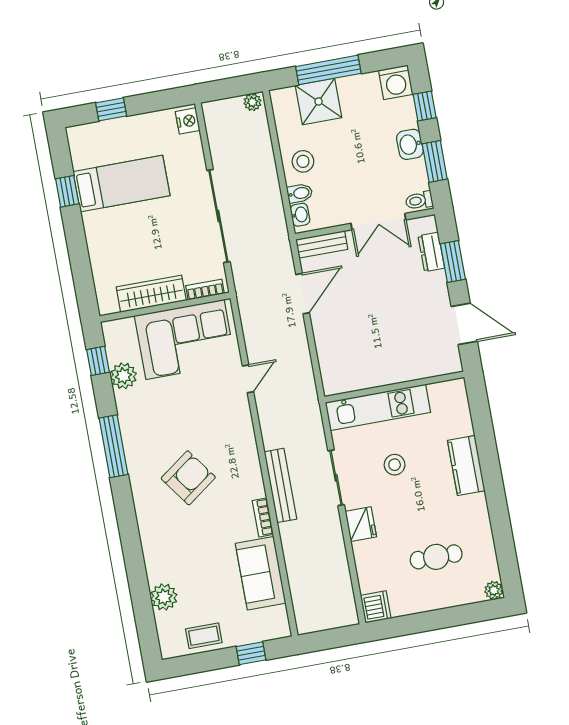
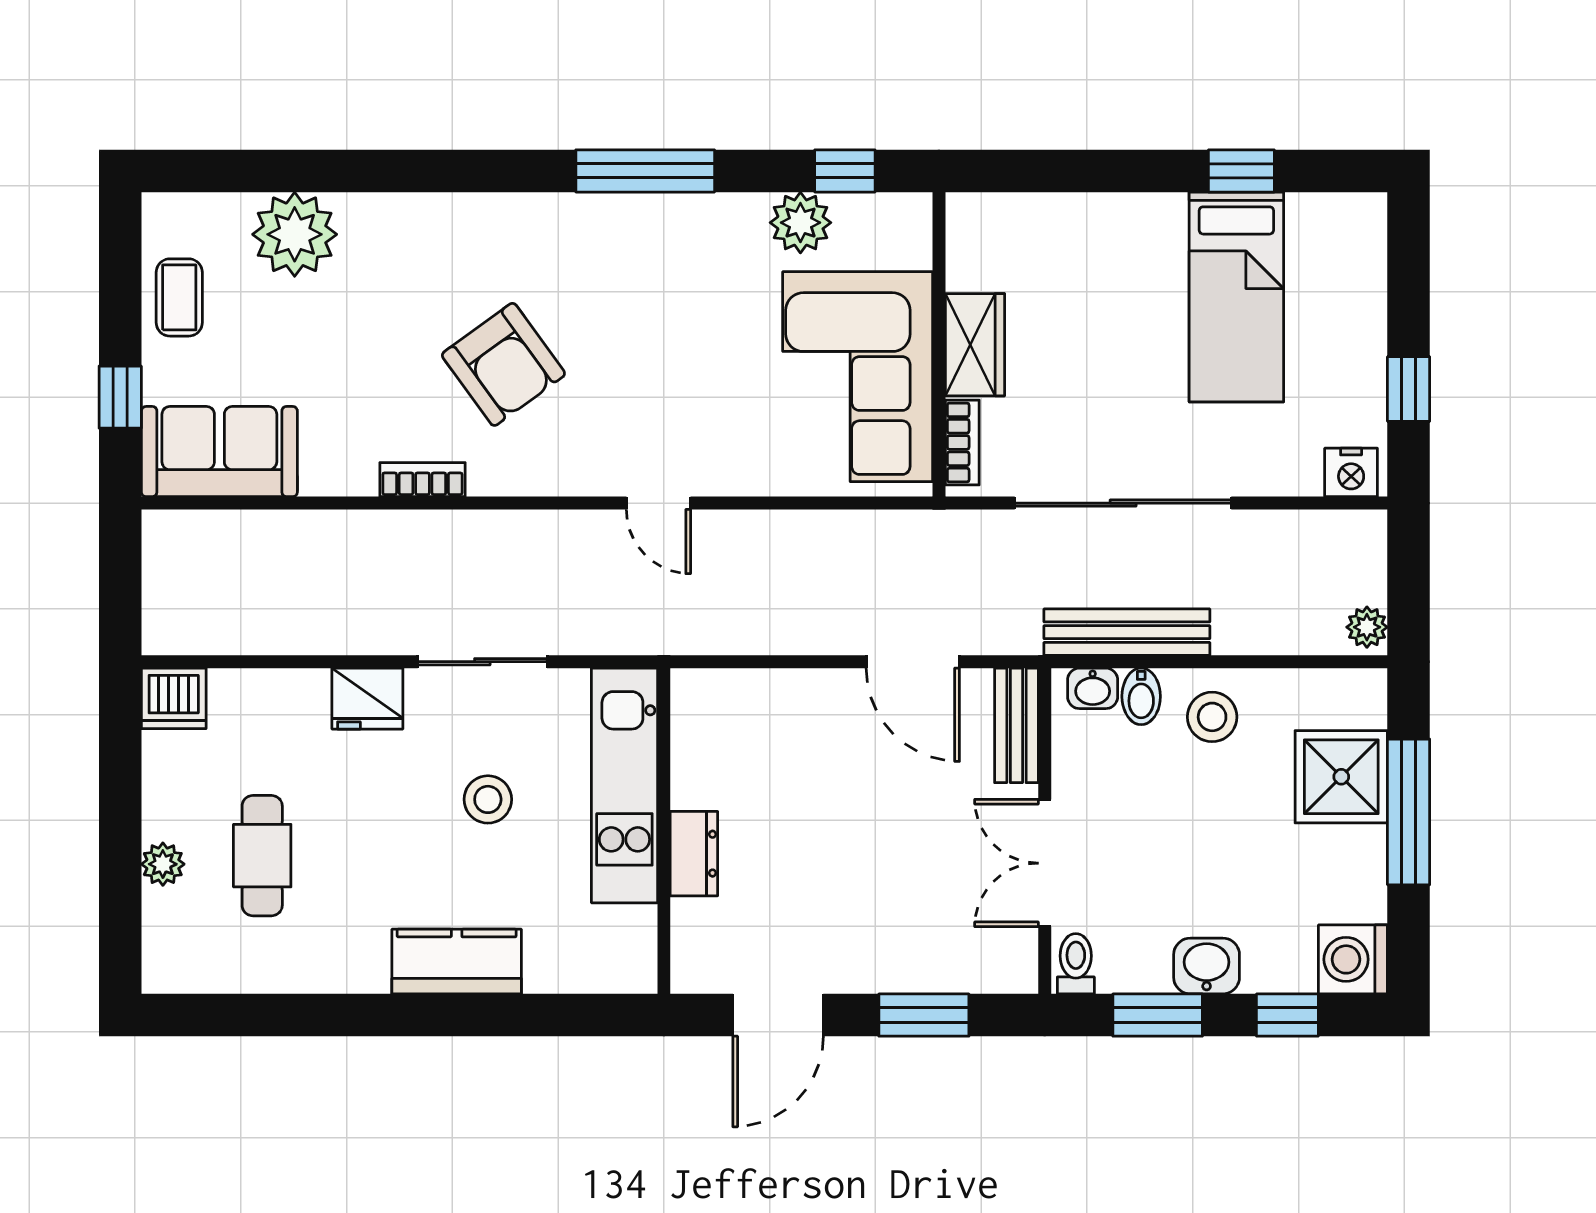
window: (111, 109) -> (1409, 389), moved
dresser: (431, 252) -> (694, 854), moved, turned 90
wardrobe: (151, 294) -> (975, 345), width x0.67
door: (248, 379) -> (658, 503), moved
armchair: (188, 478) -> (503, 364), moved
bench: (280, 485) -> (1127, 632), moved
sofa: (261, 573) -> (219, 452), moved
plant: (494, 590) -> (163, 864), moved
plant: (164, 597) -> (295, 234), width x1.36, depth x1.36

